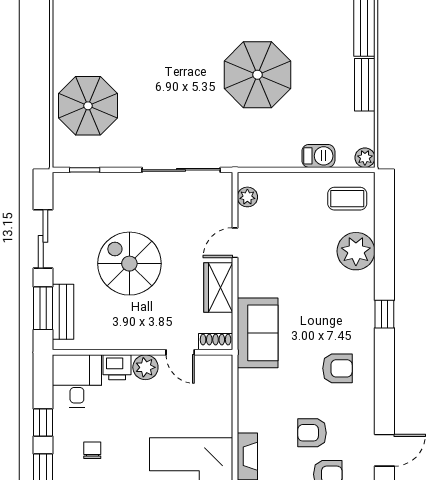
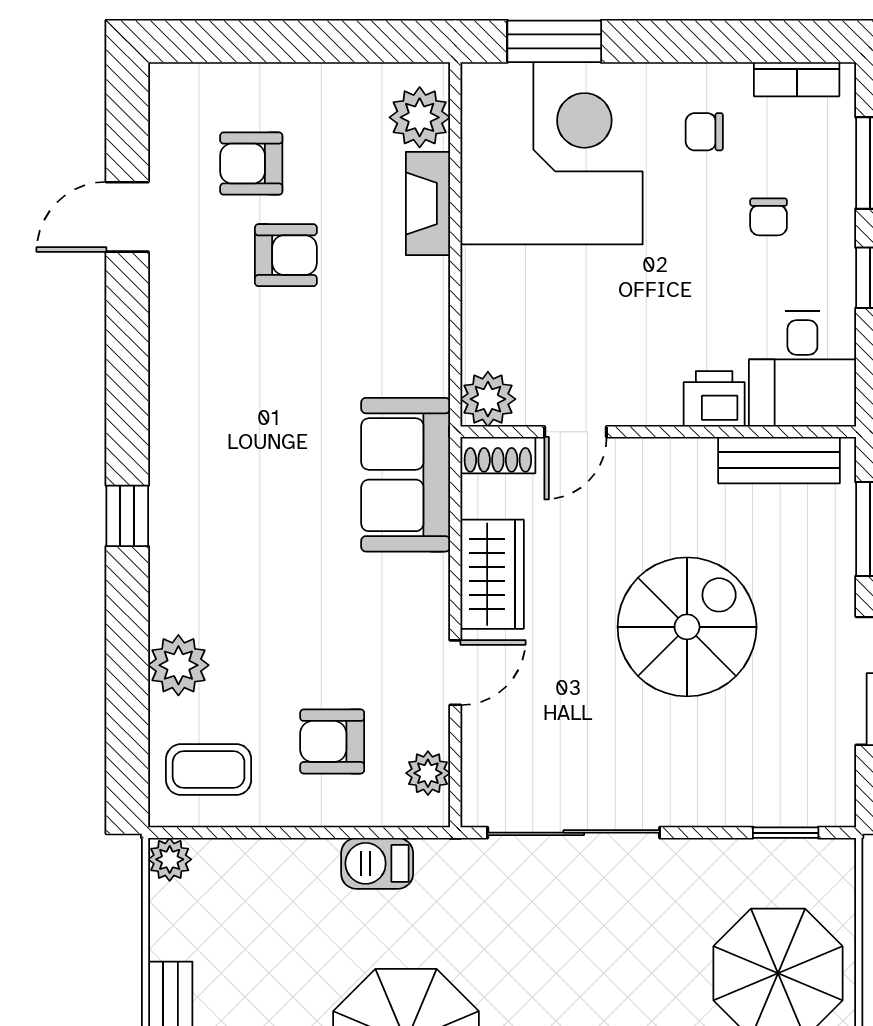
barbecue: (318, 156) -> (377, 863), moved
plant: (356, 251) -> (178, 665), width x0.73, depth x0.73
spiral stairs: (129, 264) -> (687, 627), turned -90
bench: (63, 312) -> (779, 460), moved, turned 90
door: (180, 352) -> (576, 432), swing flipped
plant: (145, 367) -> (488, 399), moved
armchair: (337, 368) -> (332, 741), moved

